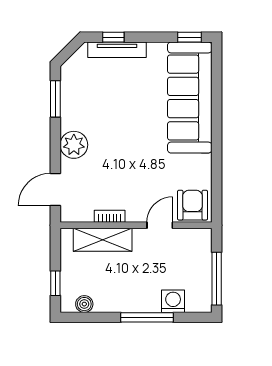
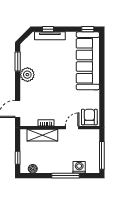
plant: (74, 145) -> (27, 75), moved

